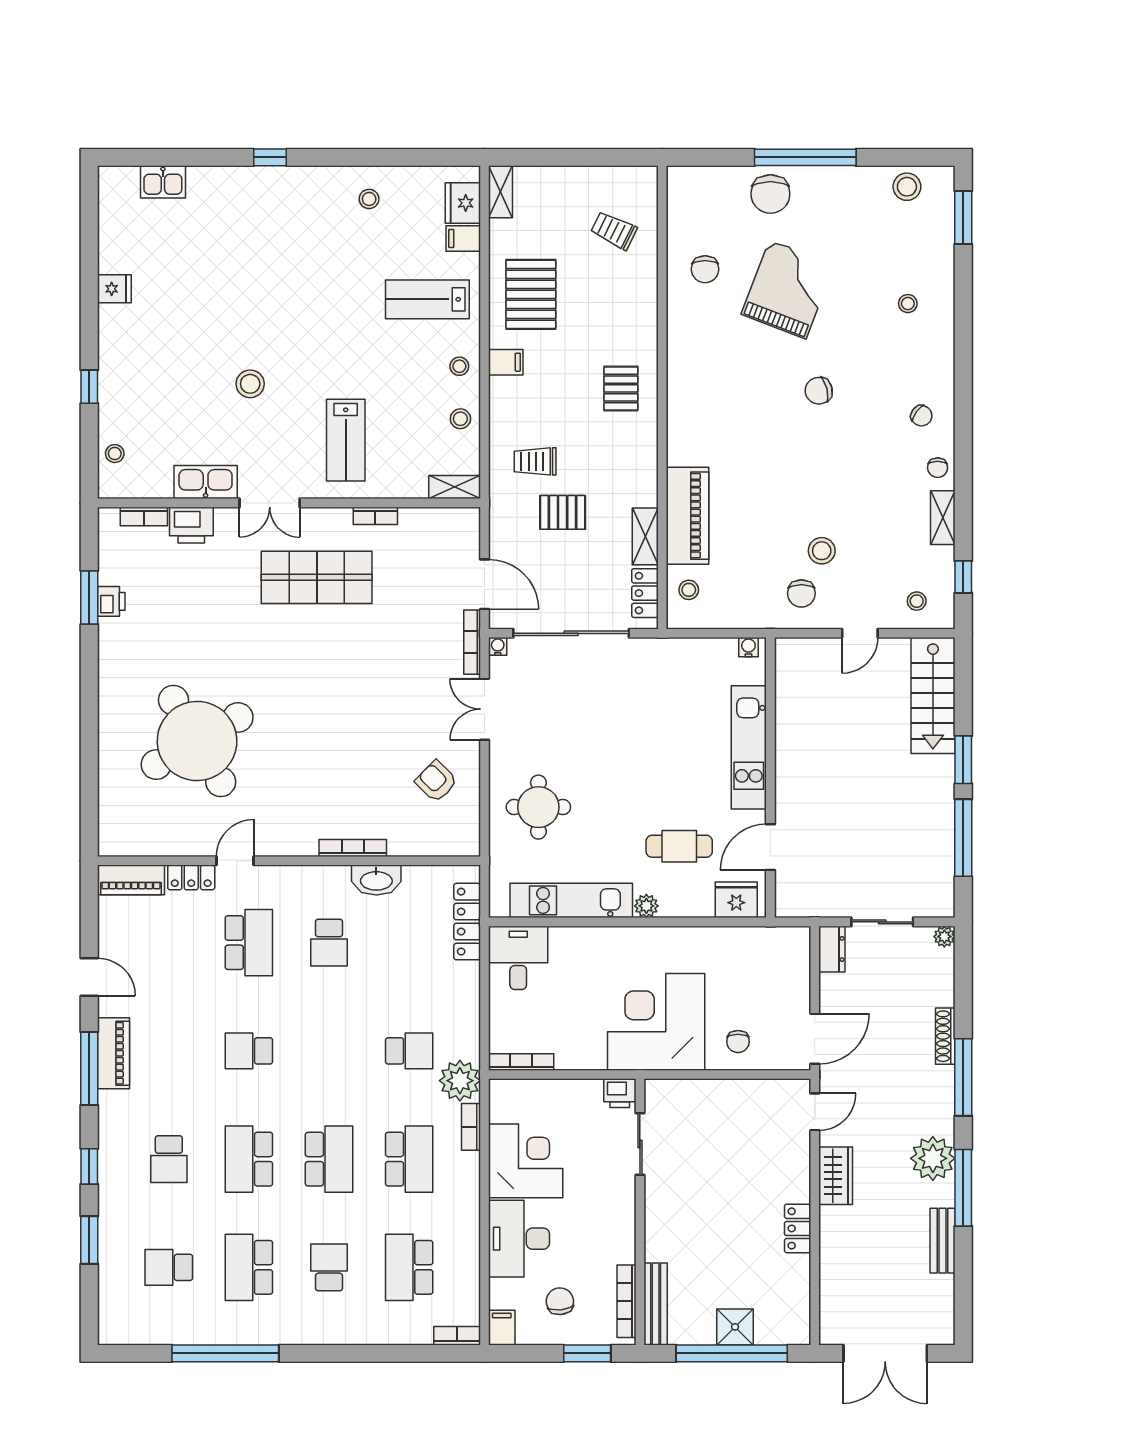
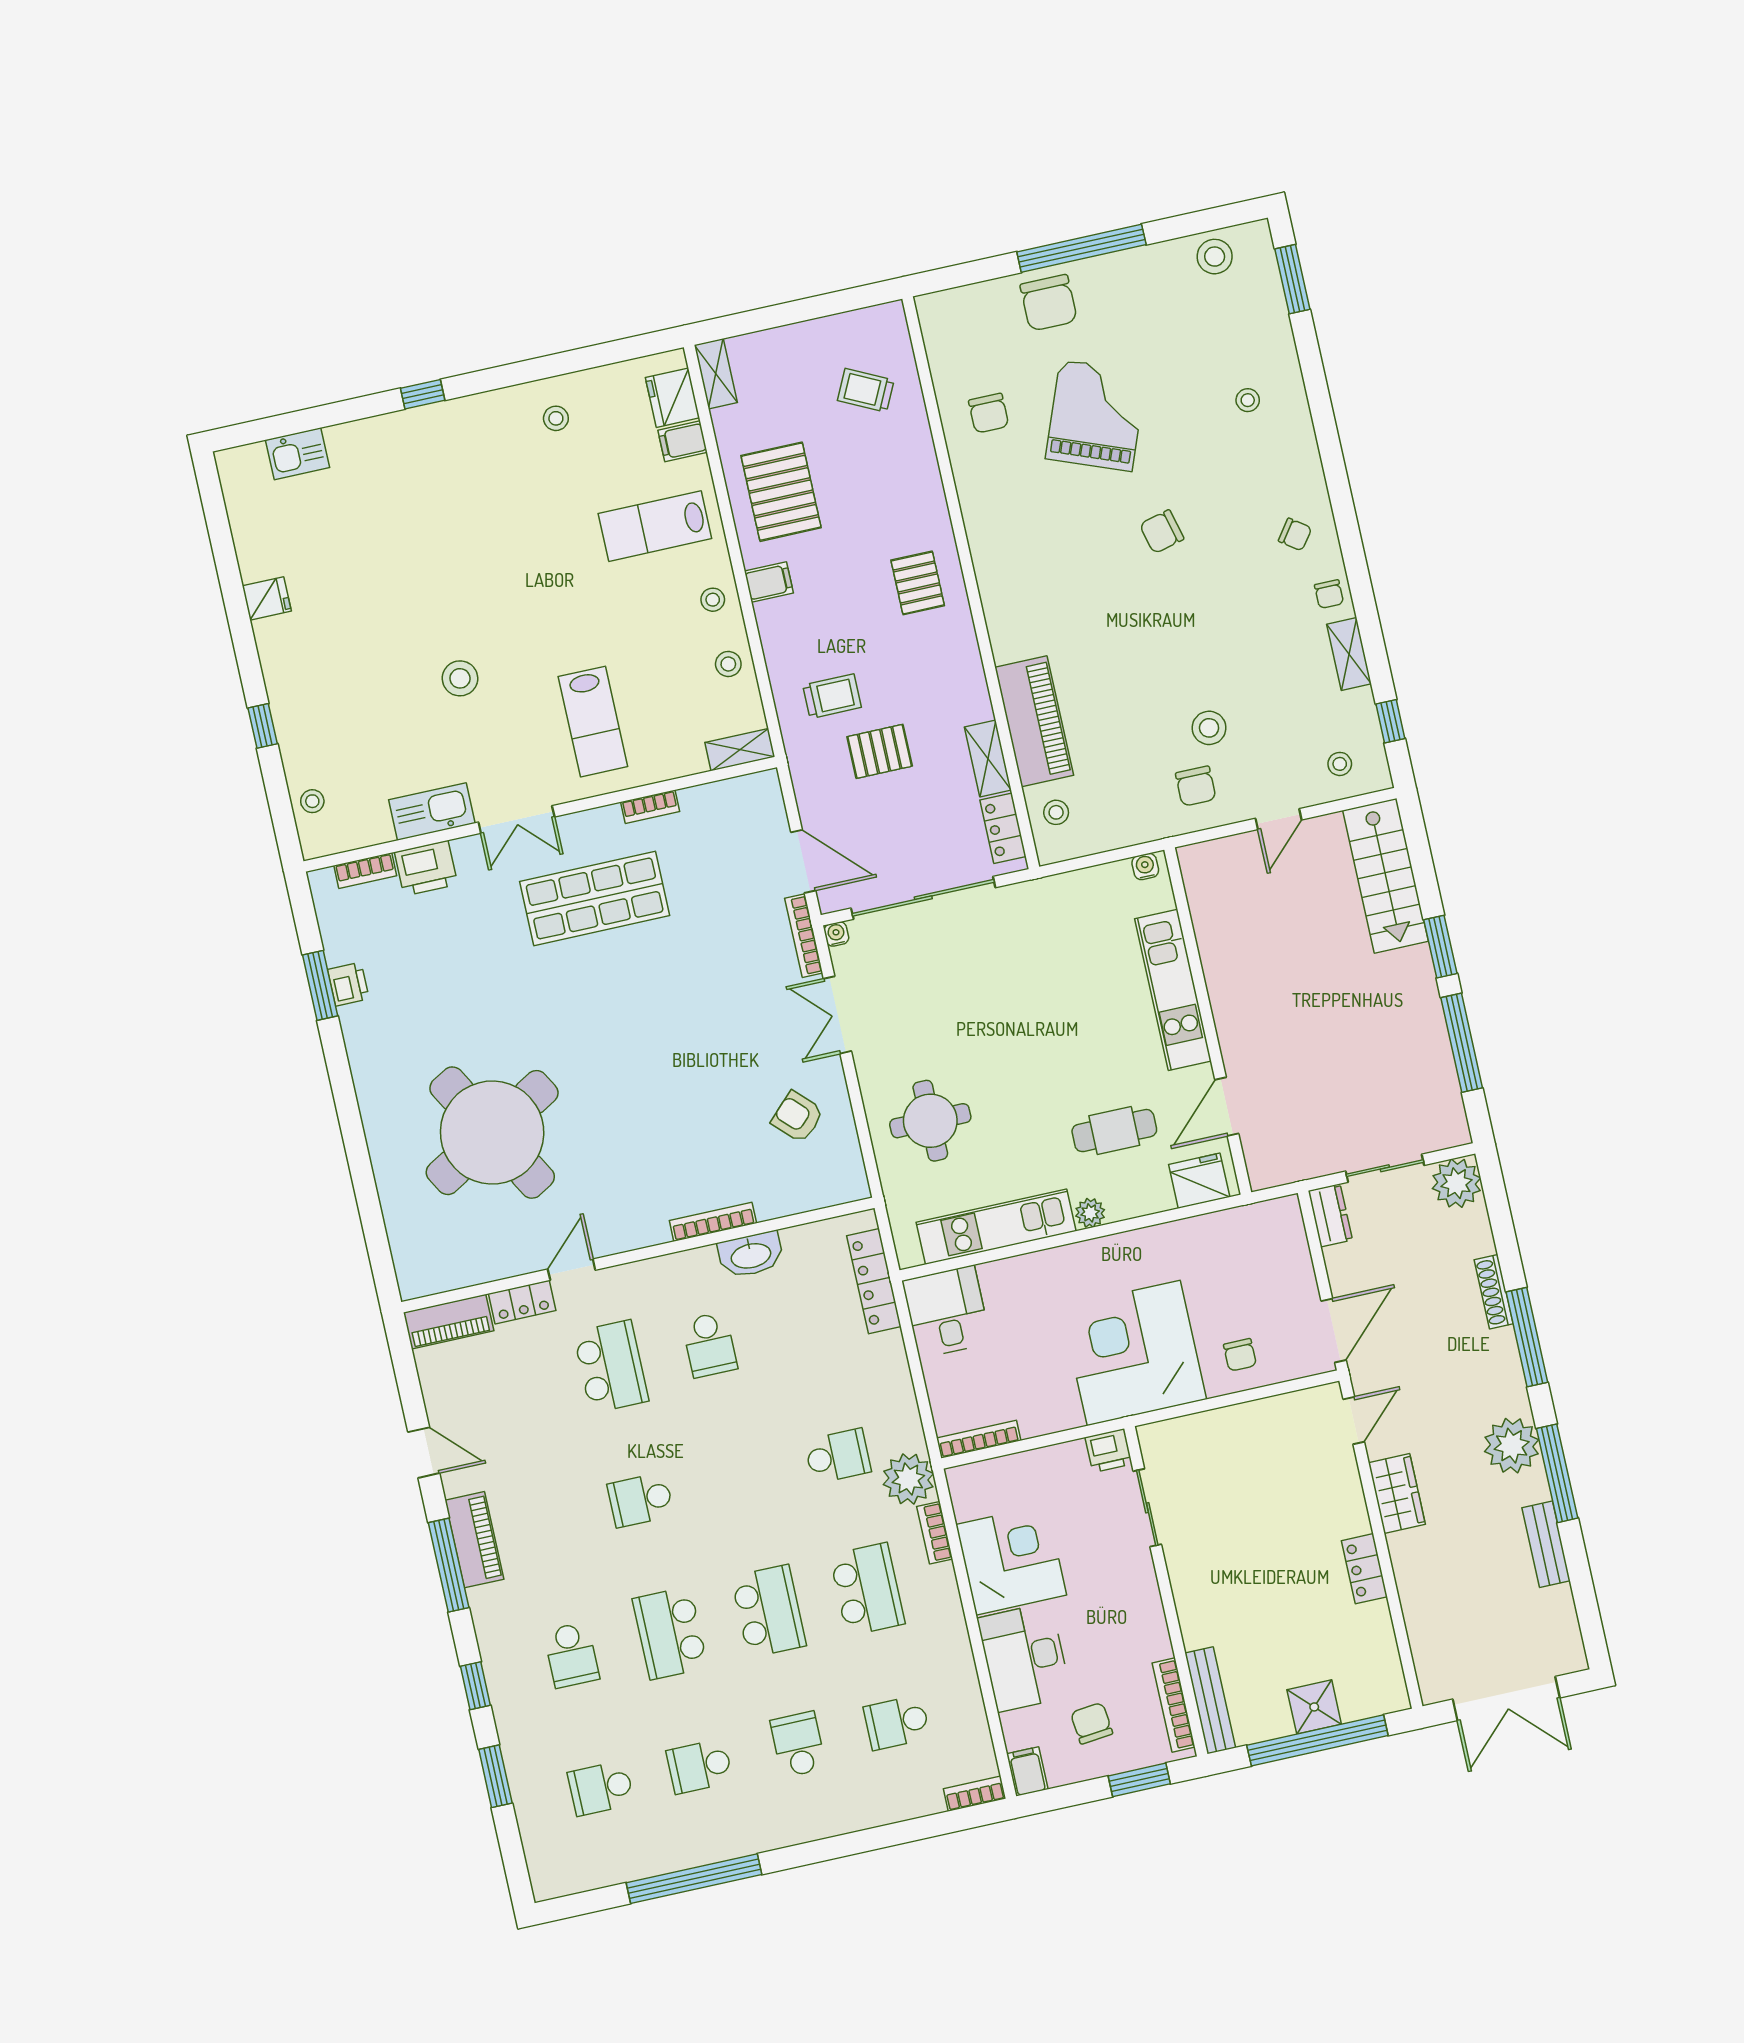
trolley: (535, 461) -> (832, 696), turned 180
plant: (944, 937) -> (1457, 1183), width x1.88, depth x1.88
school desk: (249, 1267) -> (700, 1766), width x0.54
school desk: (409, 1267) -> (897, 1723), width x0.54

